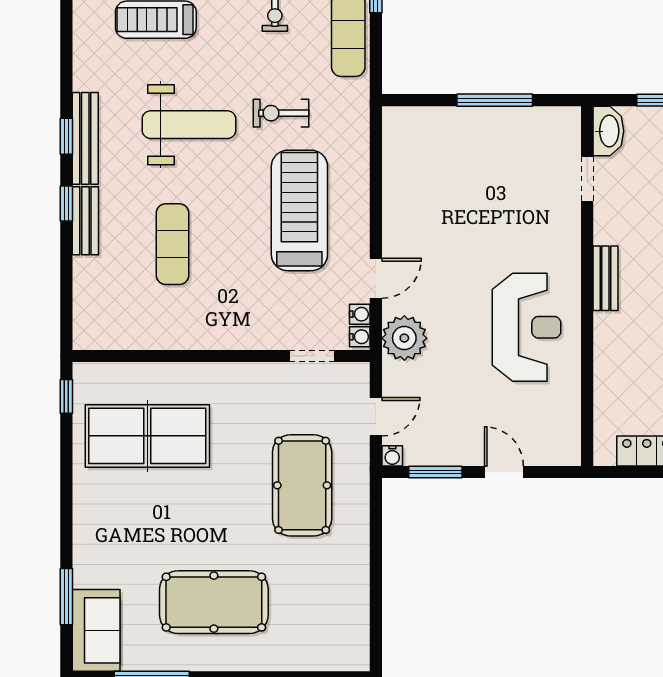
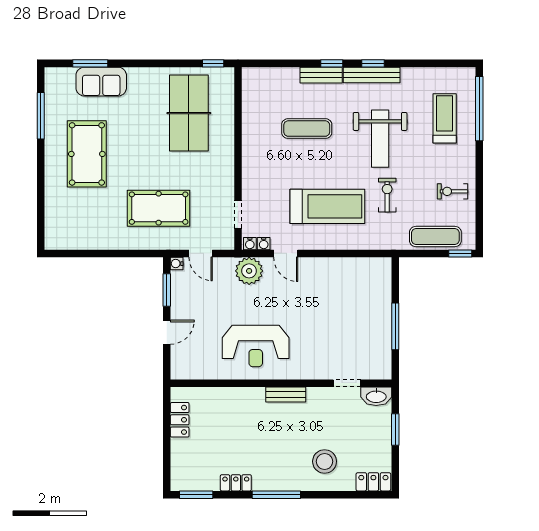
sofa: (96, 630) -> (101, 82), moved

